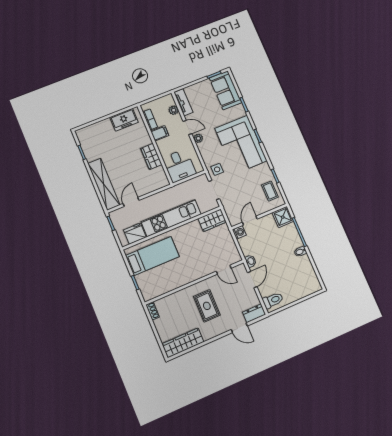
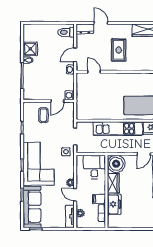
sofa: (226, 90) -> (32, 207), width x1.36
freezer: (124, 120) -> (114, 204), moved, turned 90
boiler: (157, 179) -> (116, 164), added
coffee table: (270, 191) -> (43, 115), moved
shower: (283, 217) -> (30, 49), moved
wardrobe: (212, 220) -> (87, 114), removed

